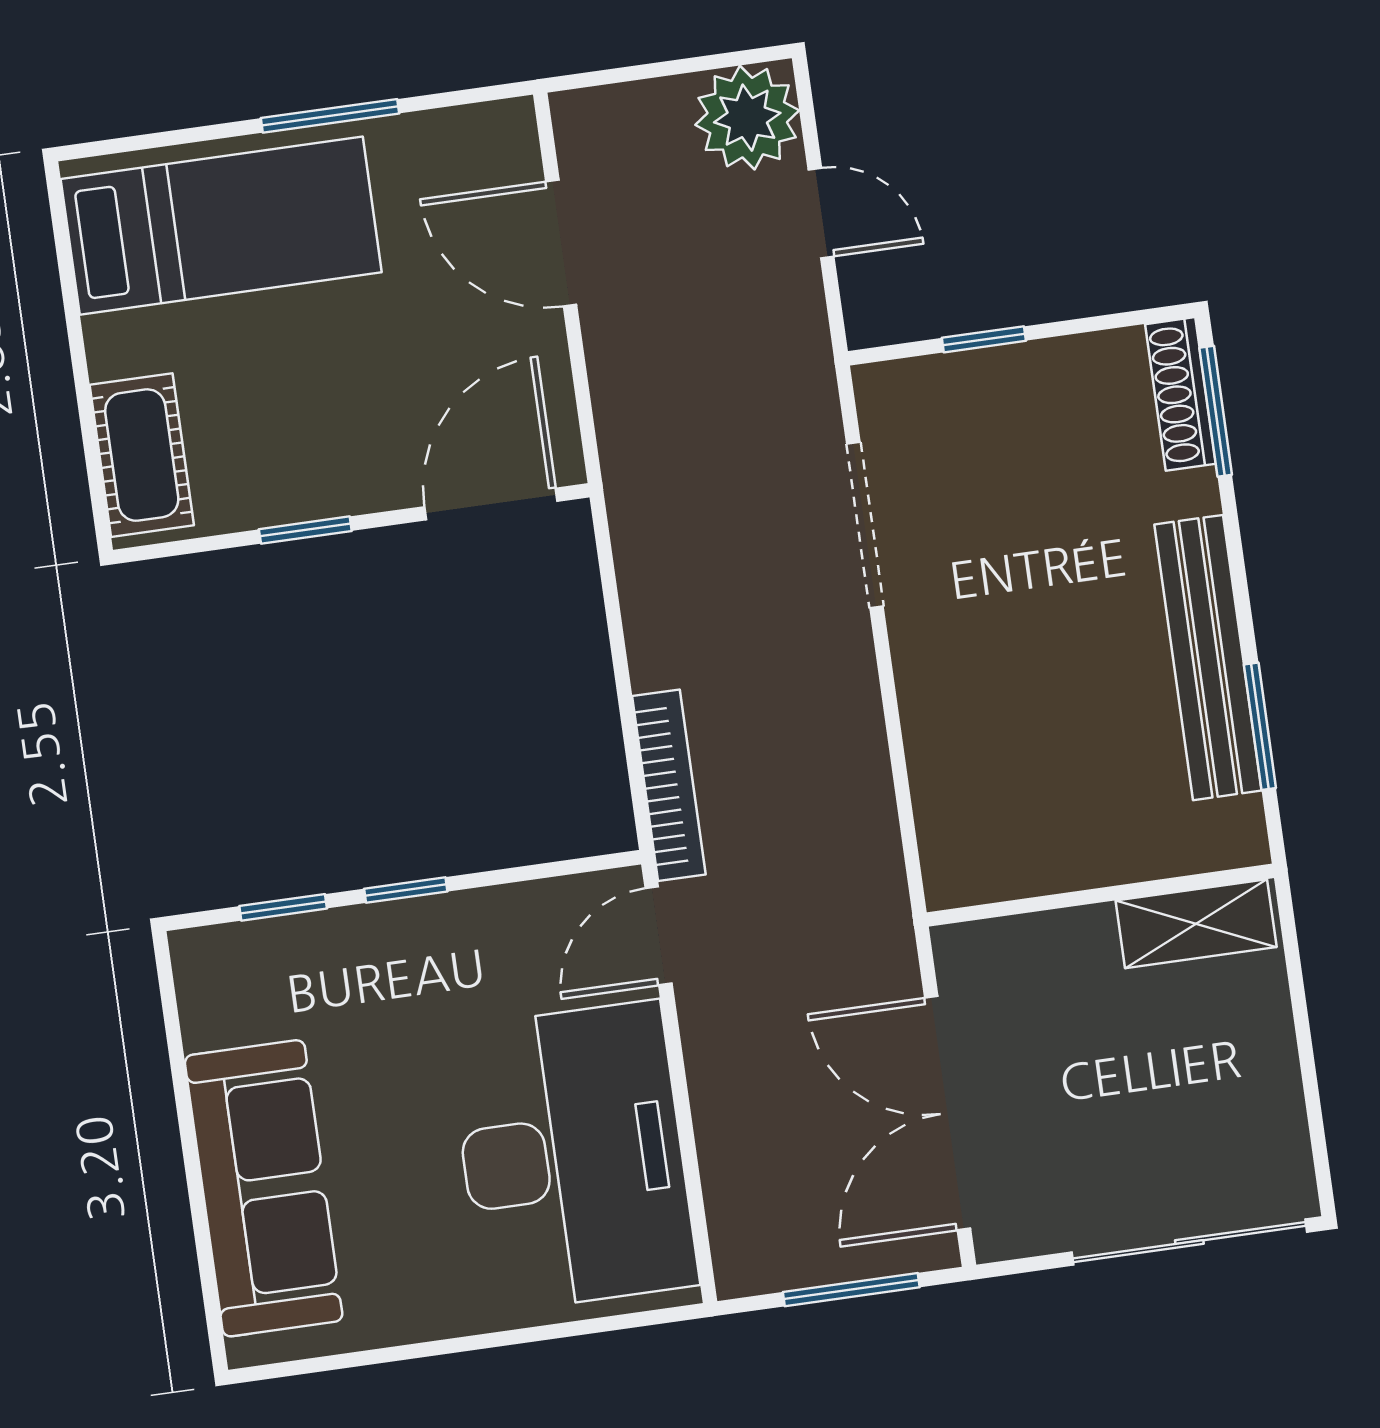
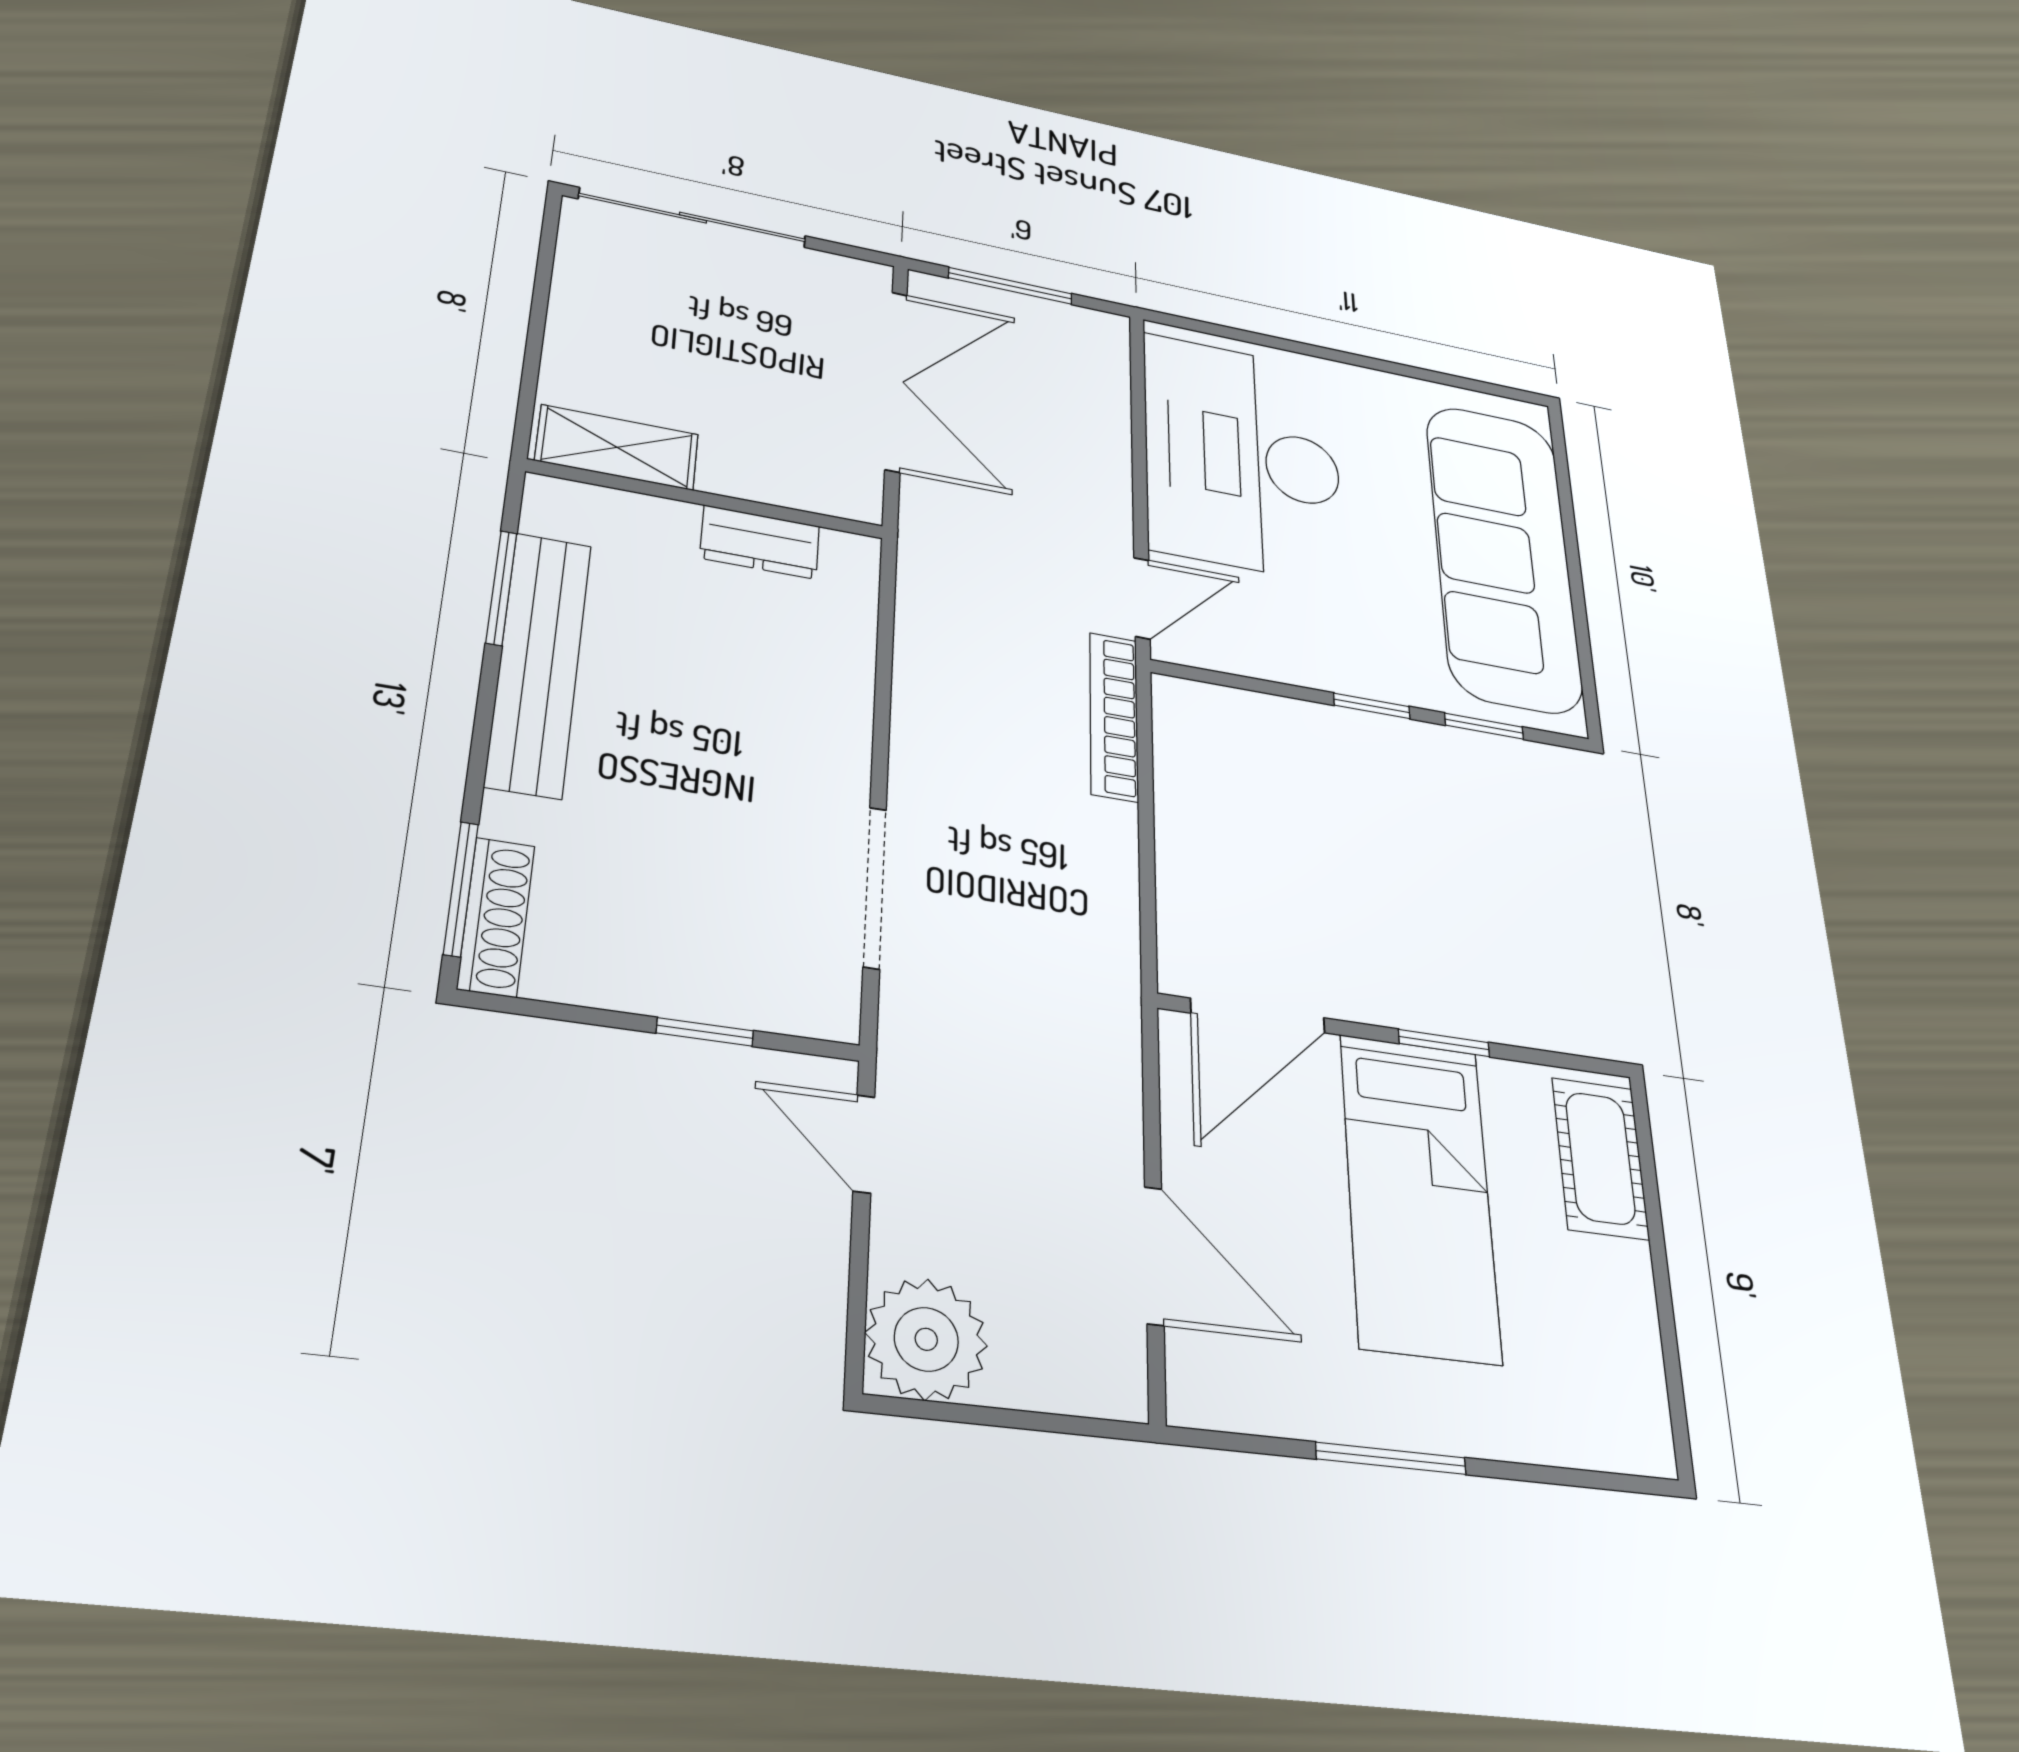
door: (821, 213) -> (864, 1144), moved
bed: (221, 226) -> (1419, 1196), moved, turned -90
dresser: (1041, 864) -> (760, 542), added
sofa: (264, 1188) -> (1503, 556), width x1.36, depth x1.27

